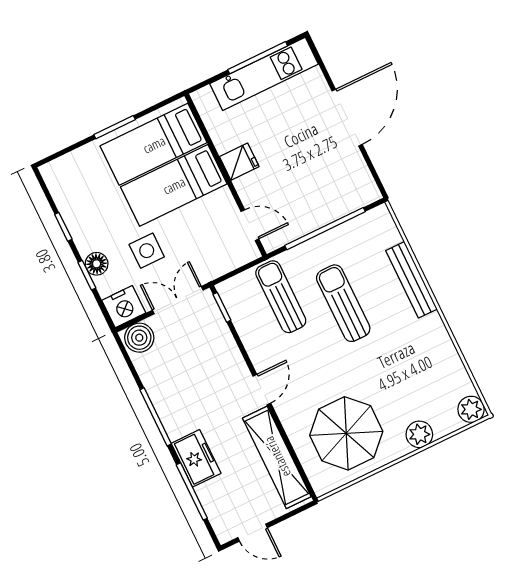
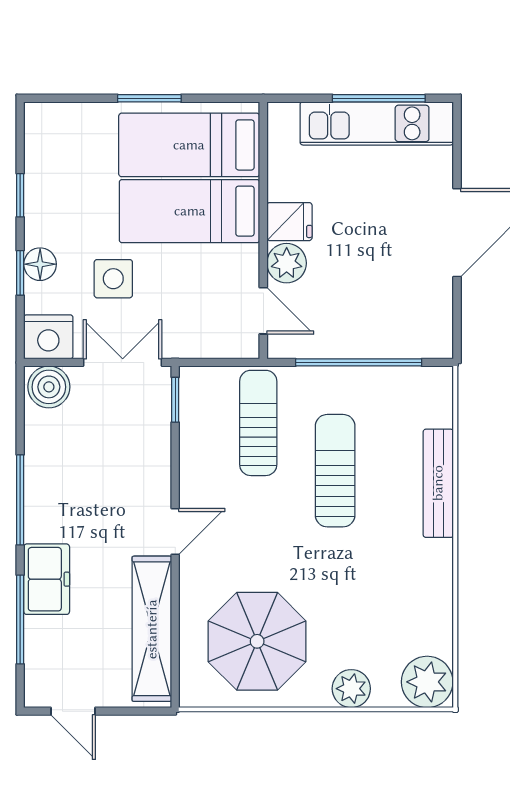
plant: (250, 188) -> (287, 263), added
plant: (471, 409) -> (427, 682), width x1.36, depth x1.36

